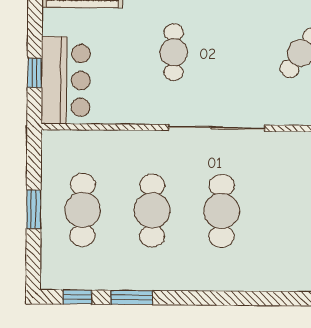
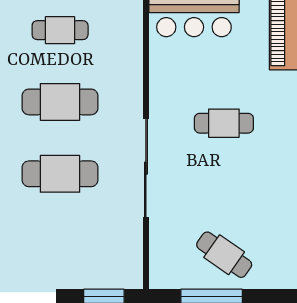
cafe table: (83, 210) -> (60, 30), width x0.73, depth x0.74

